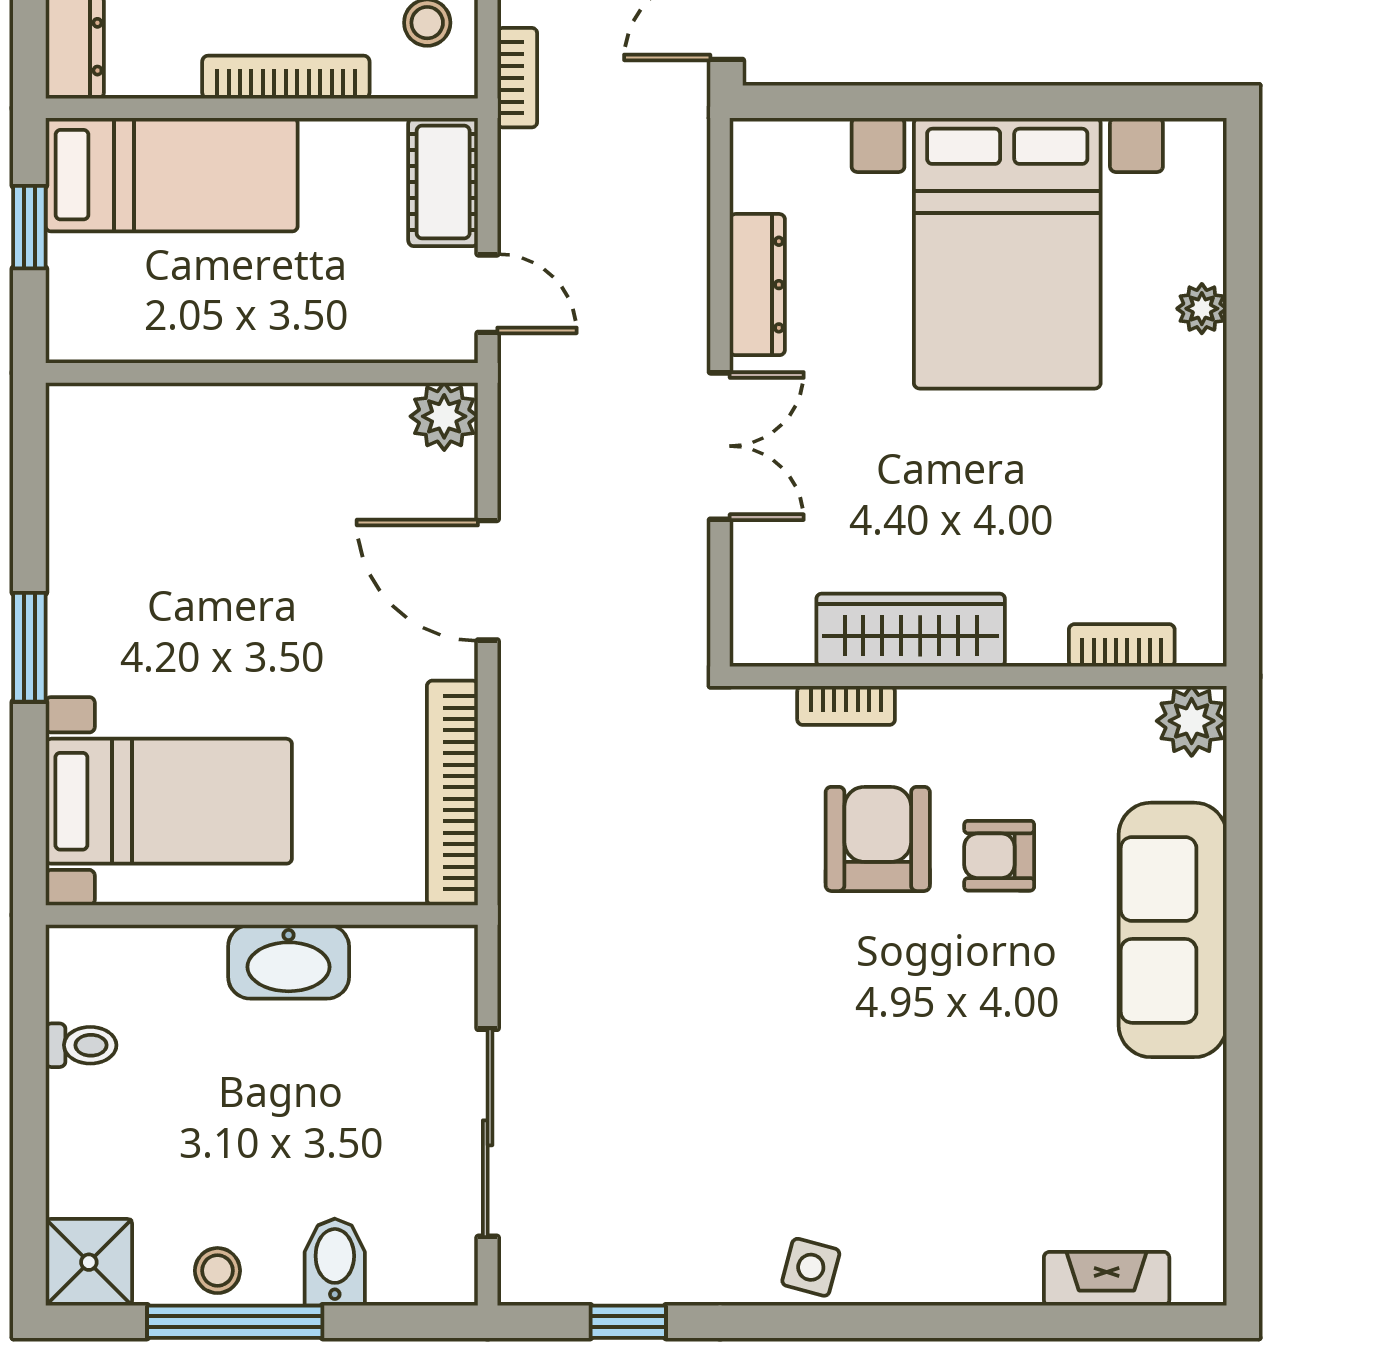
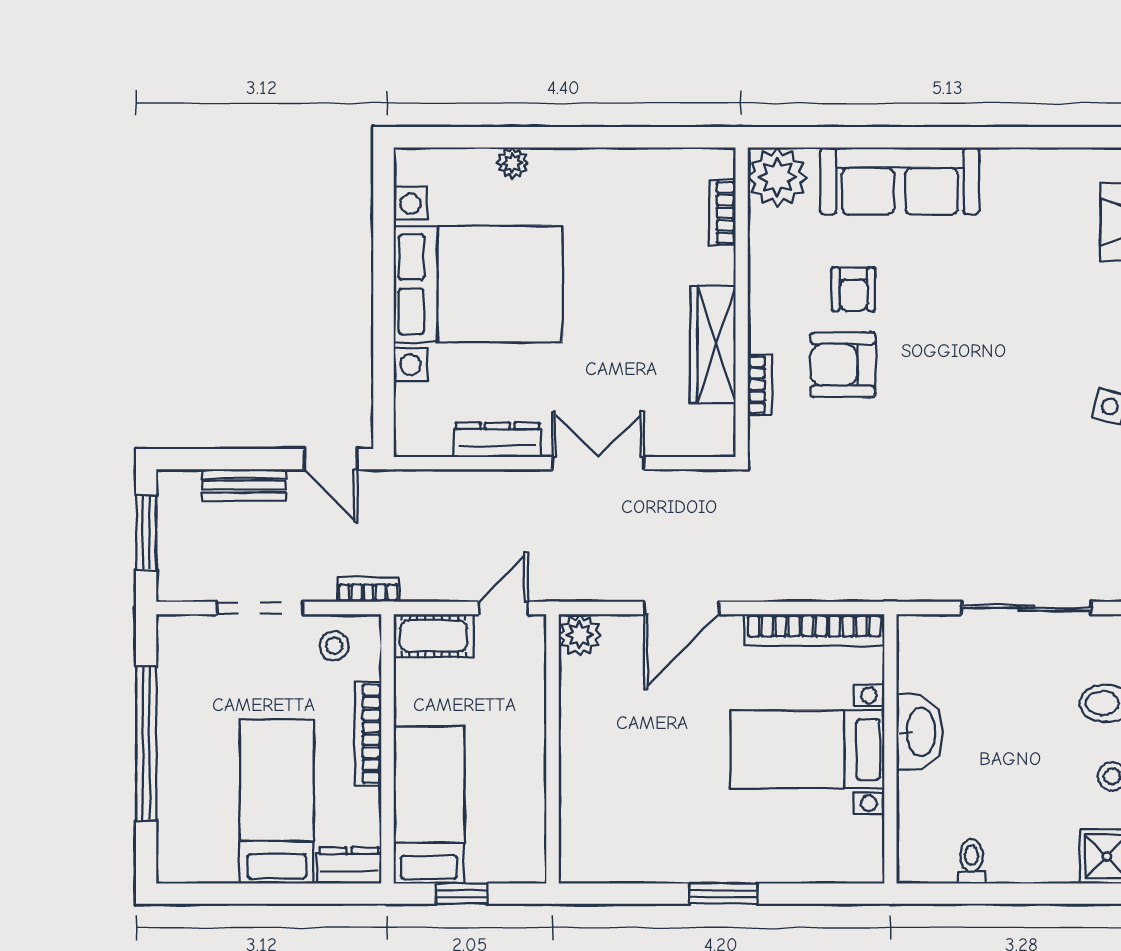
plant: (1192, 721) -> (777, 177), width x1.36, depth x1.36
bed with nightstands: (169, 801) -> (808, 749), moved, turned -90

